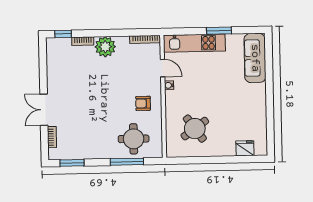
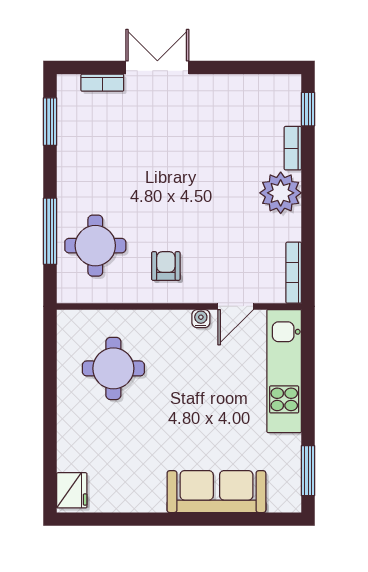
window: (219, 31) -> (308, 471), moved
sofa: (255, 58) -> (216, 492), moved
round table: (195, 129) -> (113, 368), turned 36
fridge: (245, 148) -> (72, 490), moved

